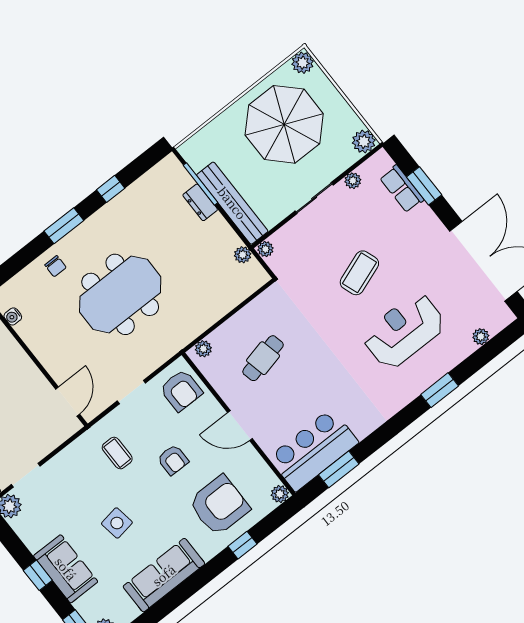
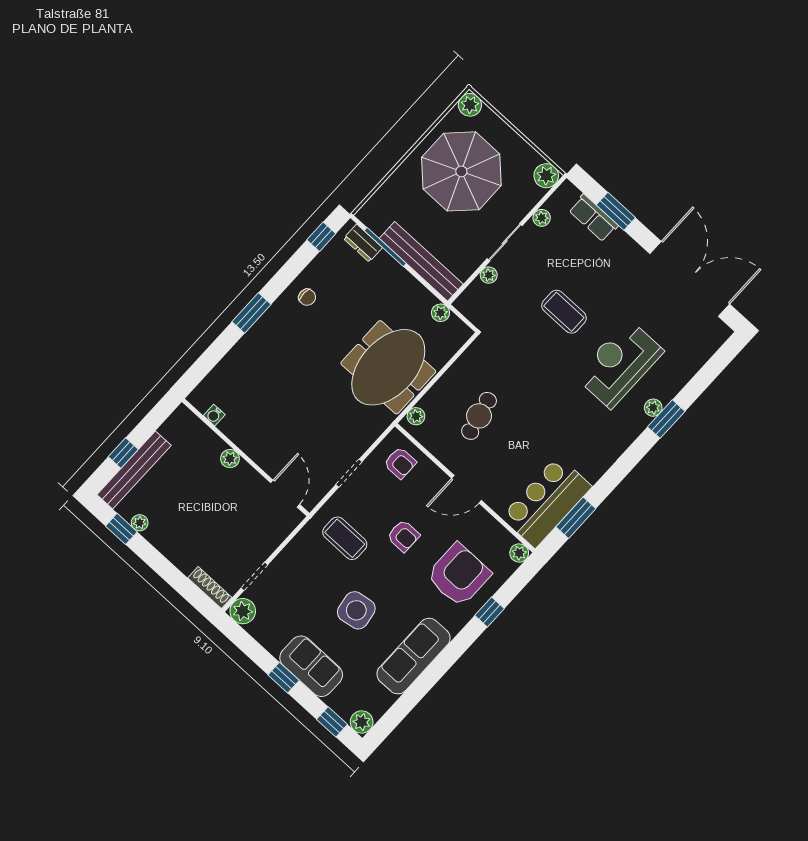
window: (111, 189) -> (321, 237), moved
dresser: (200, 202) -> (363, 243), moved
plant: (265, 249) -> (489, 275), moved
chair: (56, 266) -> (307, 297), moved
coffee table: (359, 273) -> (564, 312), turned -70
meeting table: (120, 294) -> (388, 367), moved
plant: (481, 337) -> (653, 408), moved
plant: (21, 360) -> (230, 459), added
armchair: (181, 390) -> (400, 463), width x0.72, depth x0.72
coffee table: (117, 453) -> (345, 538), width x1.36, depth x1.30
side table: (117, 523) -> (356, 610), width x1.37, depth x1.37

